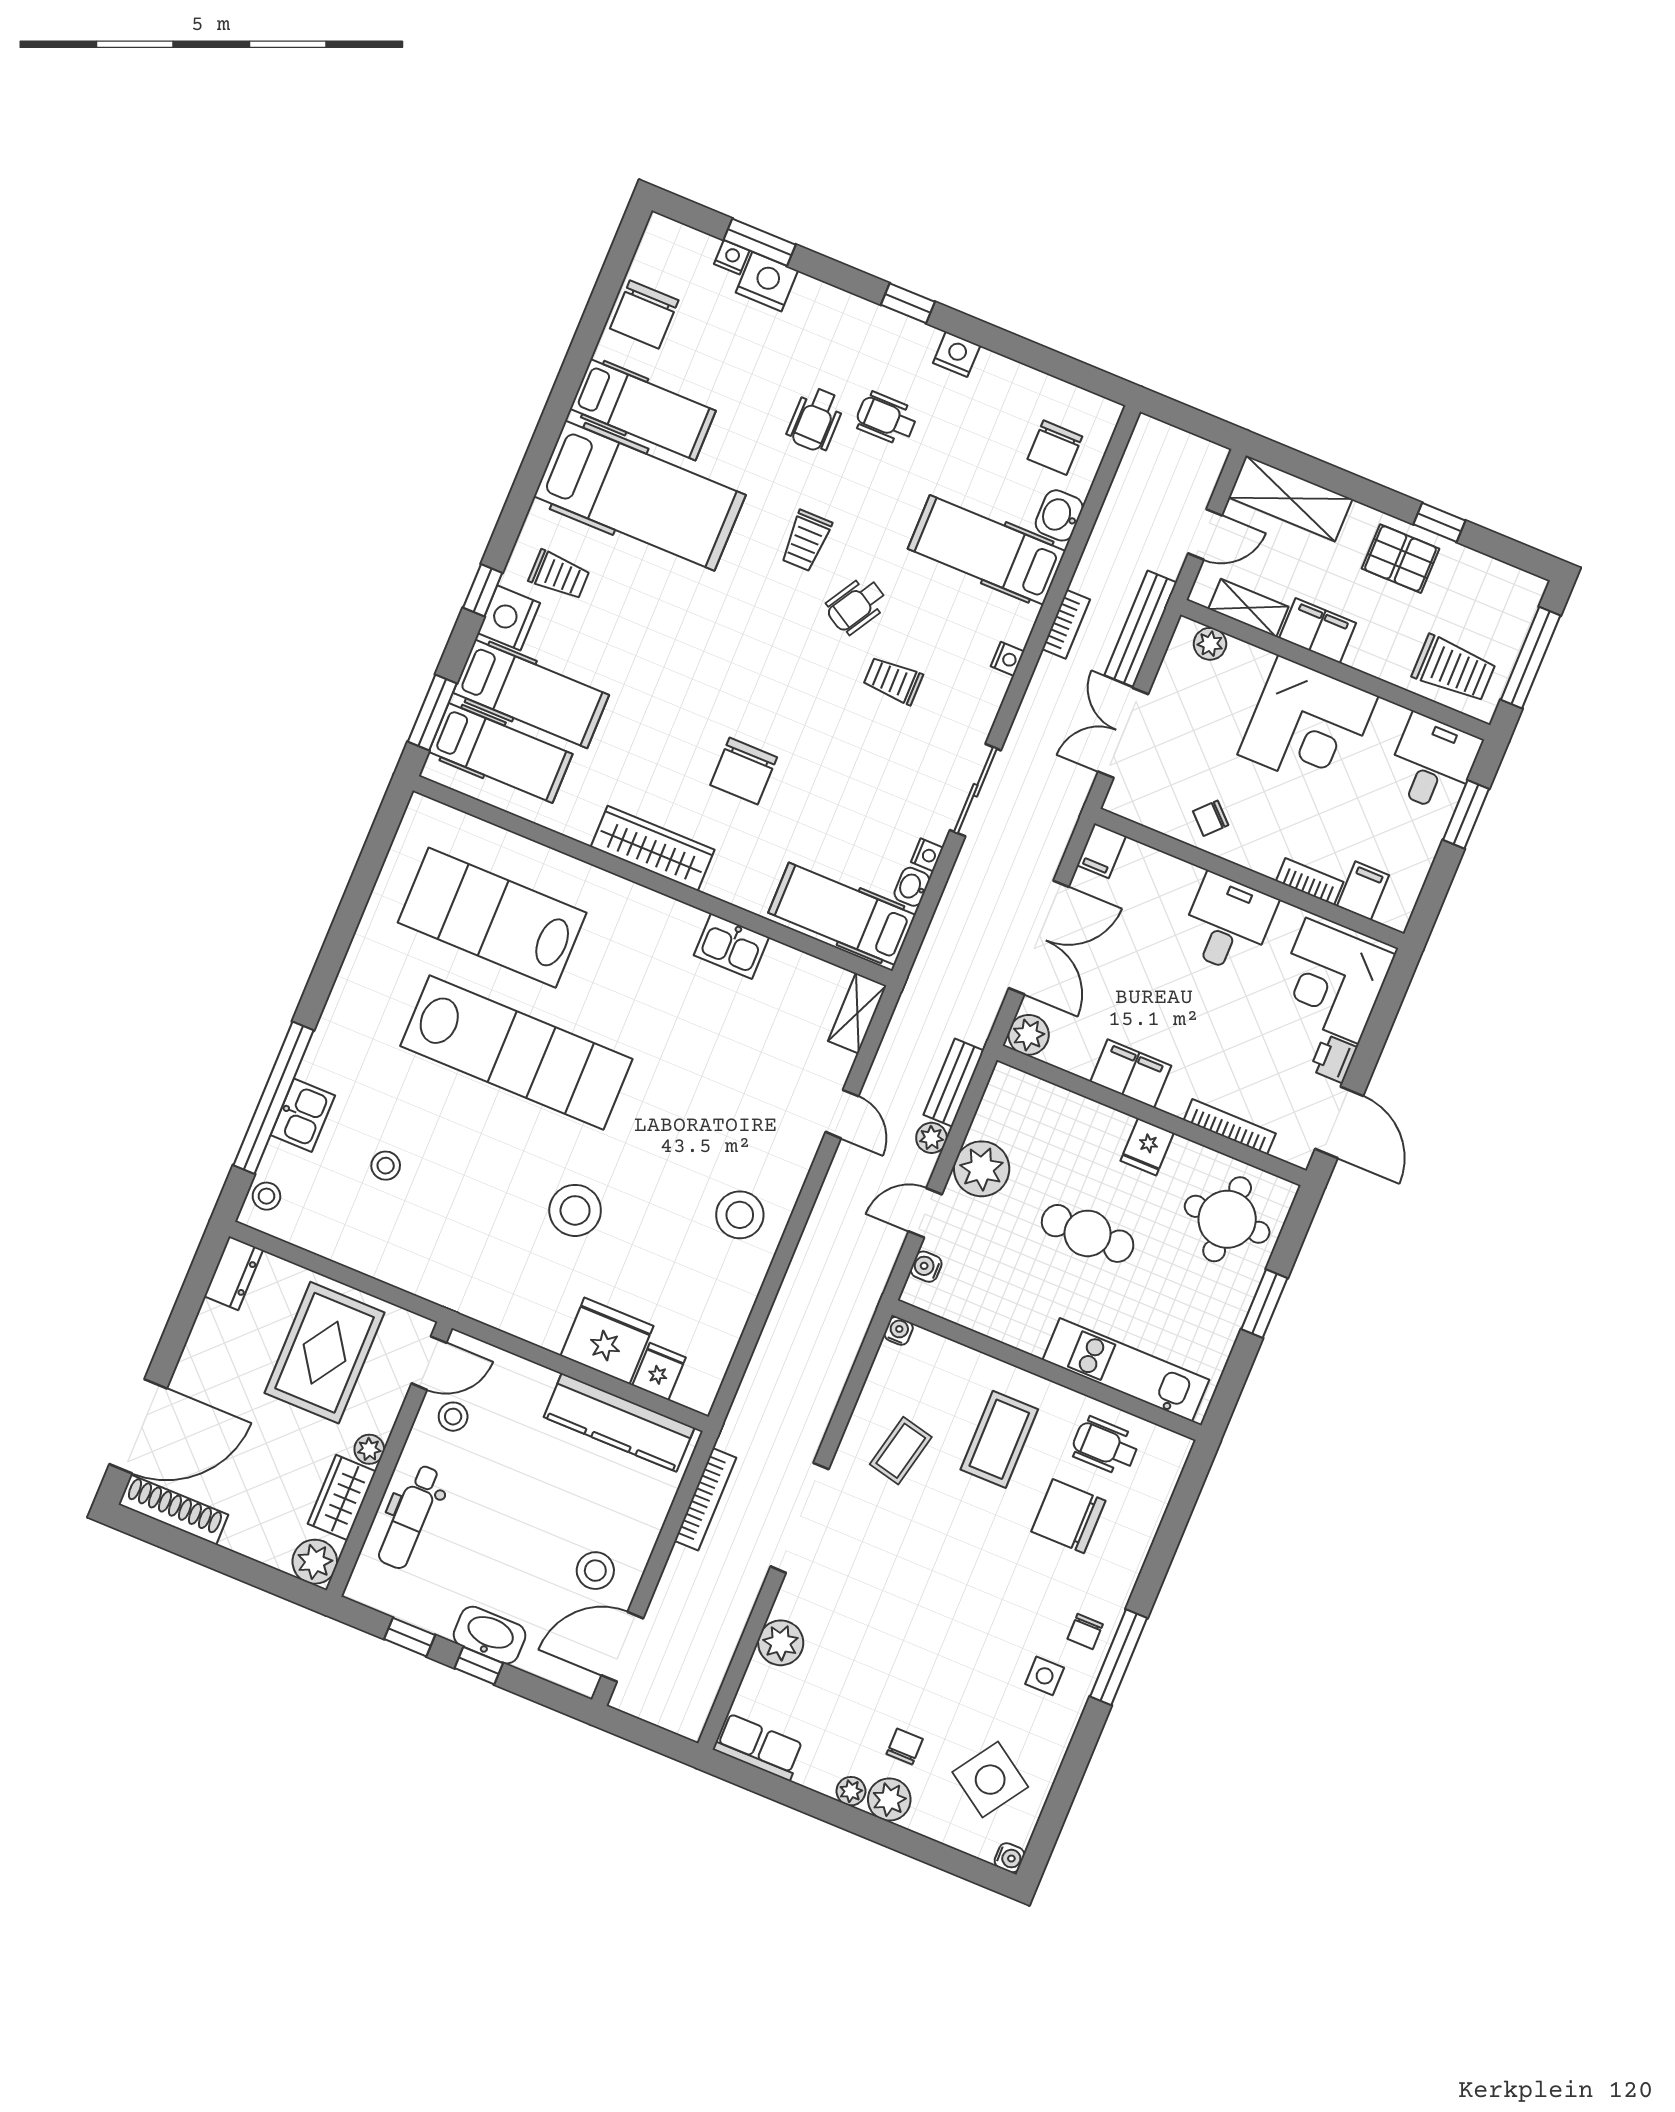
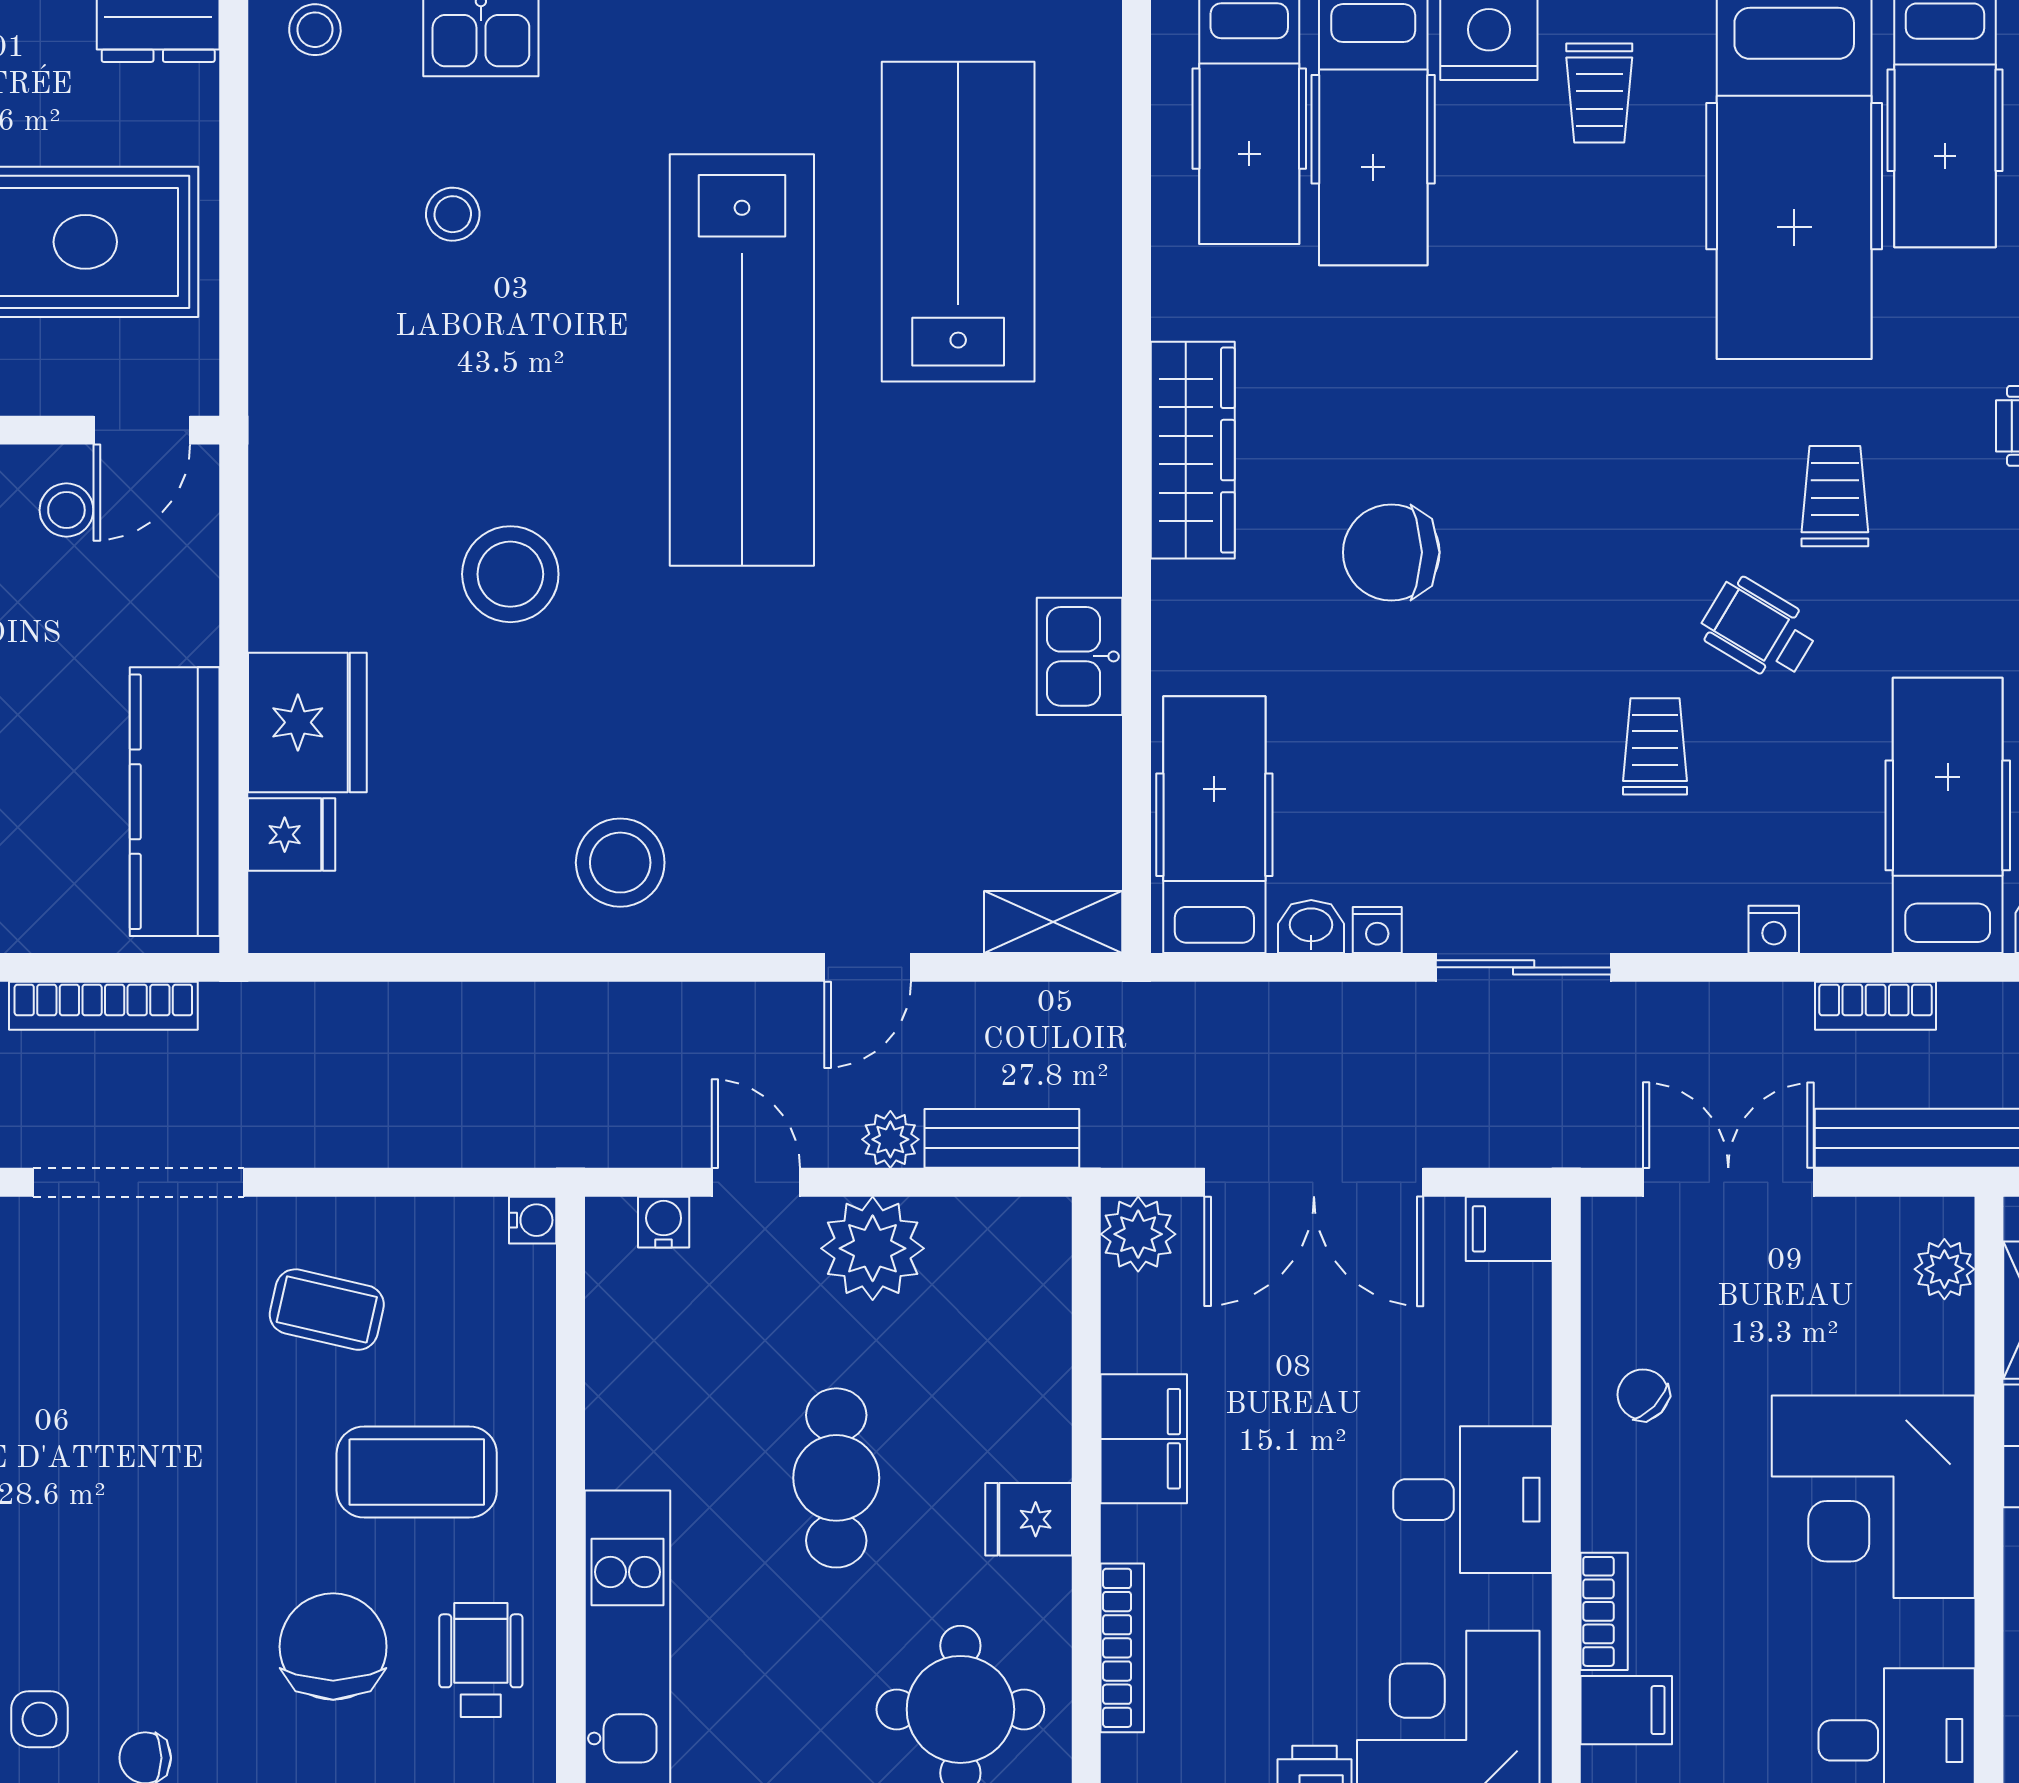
trolley: (806, 541) -> (1835, 496), turned 90
door: (429, 1363) -> (142, 430), hinge flipped

